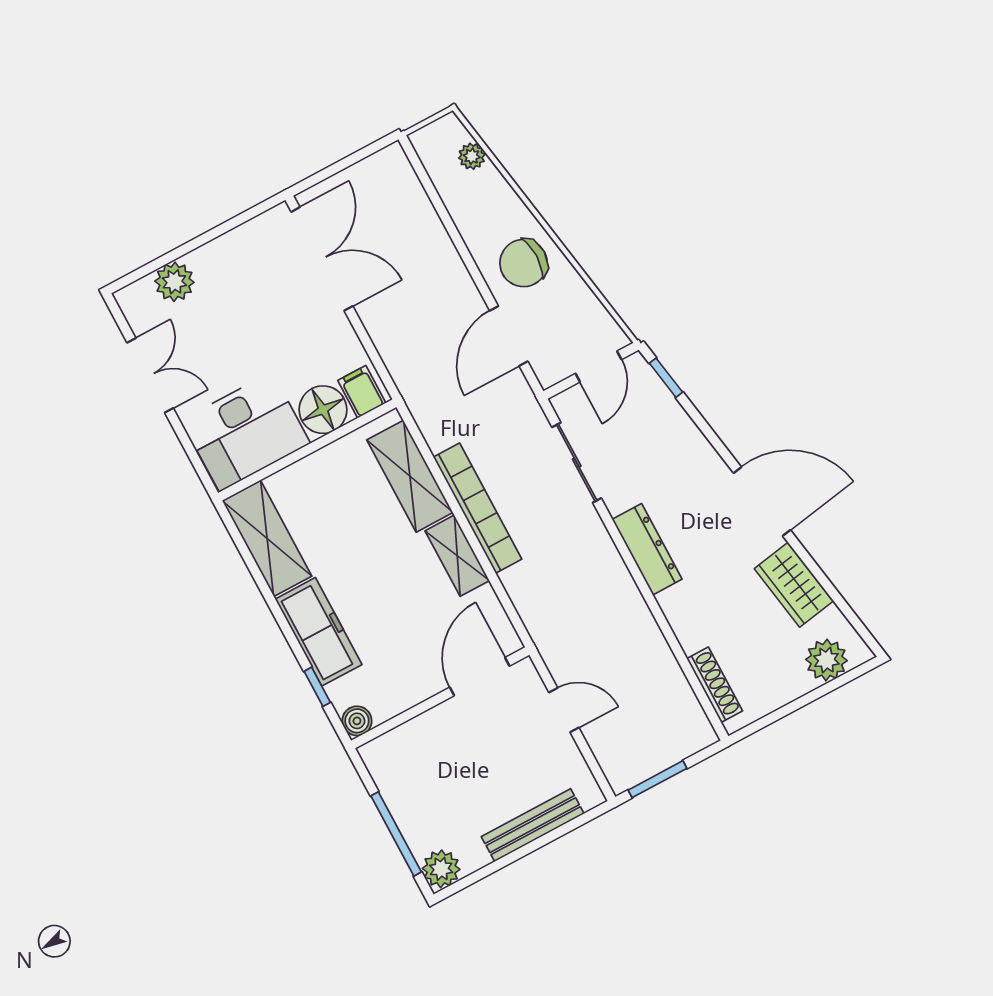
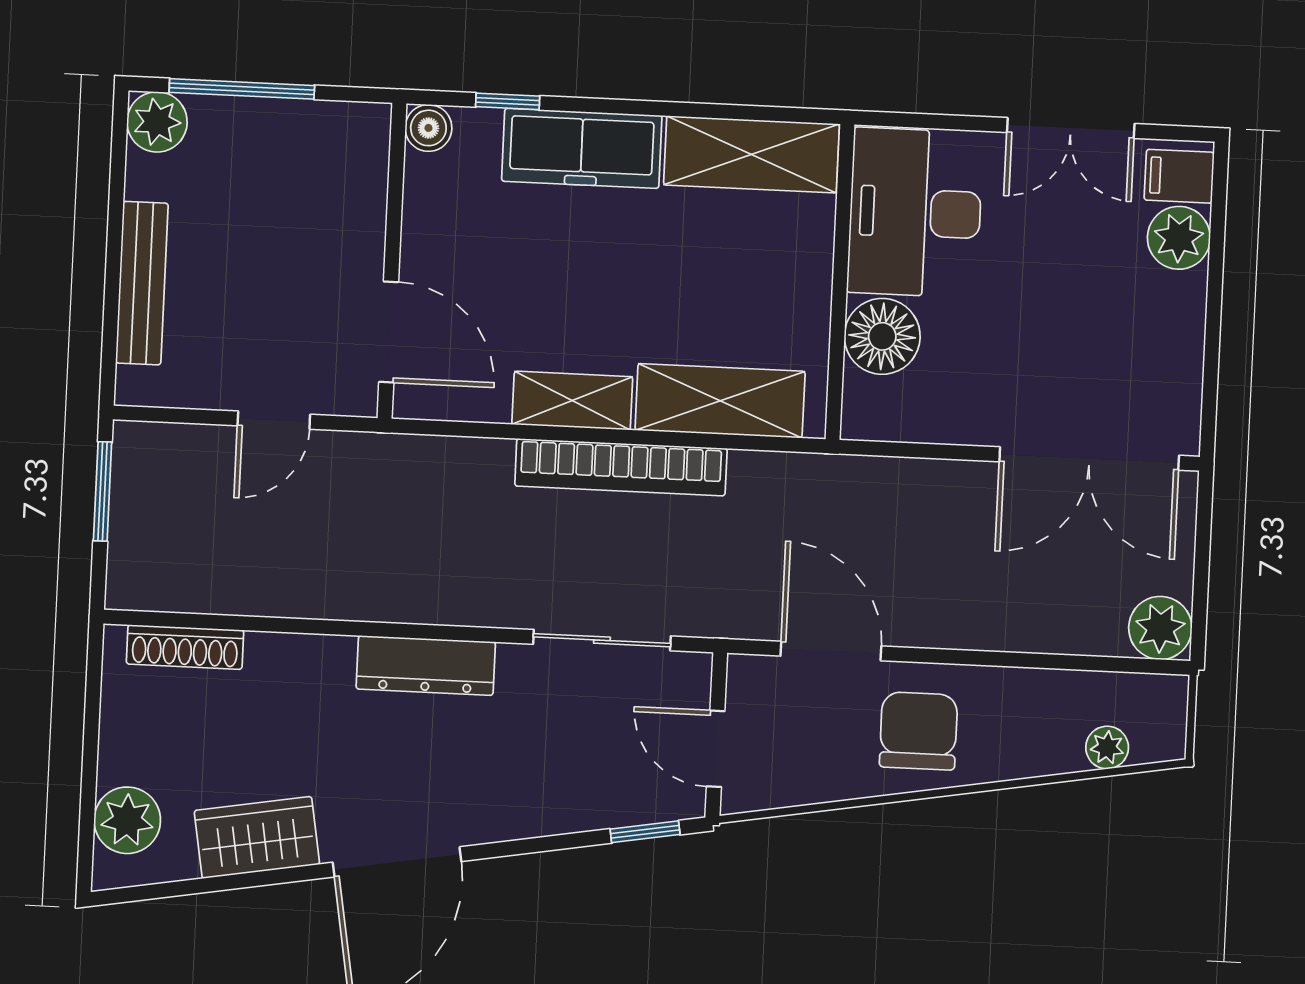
plant: (390, 166) -> (1160, 628), added
filing cabinet: (362, 392) -> (1179, 176), moved, turned 180

